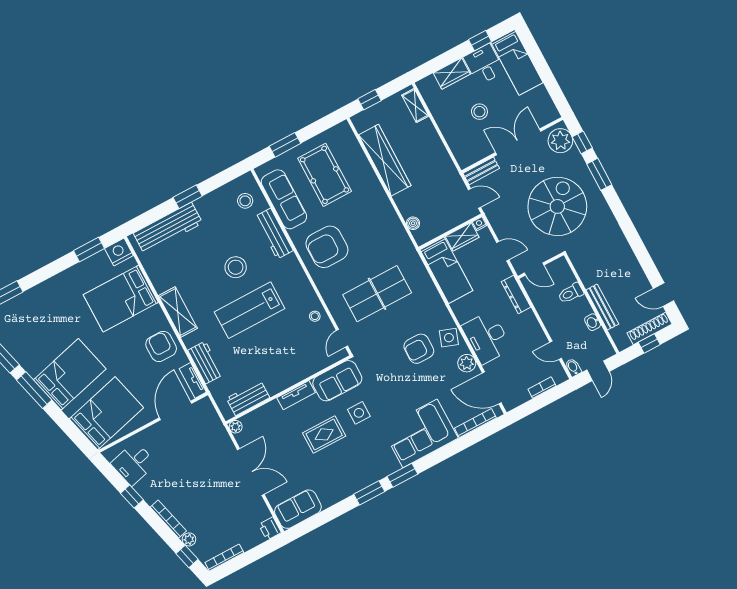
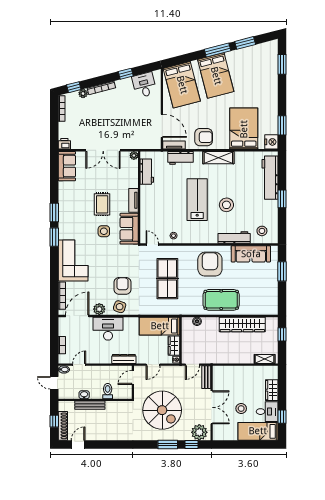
stool: (479, 112) -> (241, 409), moved
pool table: (325, 175) -> (221, 300), moved

